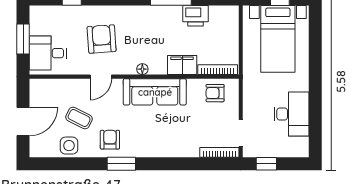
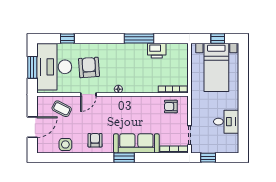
desk: (48, 53) -> (54, 67), width x1.87, depth x1.30
filing cabinet: (182, 65) -> (147, 86), removed
sofa: (155, 92) -> (136, 143), moved, turned 180
desk: (292, 114) -> (226, 122), width x0.73
coffee table: (79, 118) -> (62, 109), moved
window: (121, 164) -> (124, 158), moved

